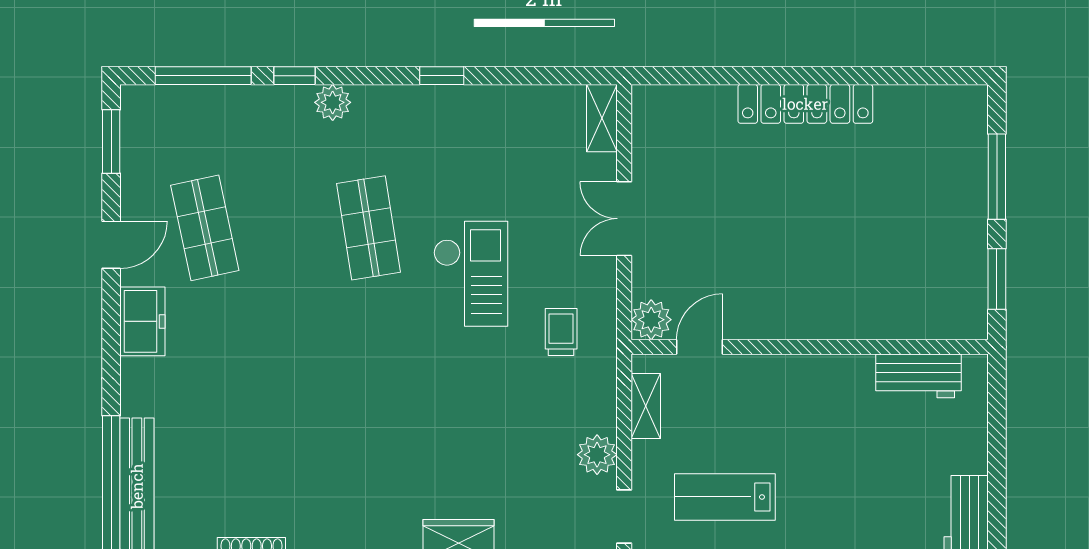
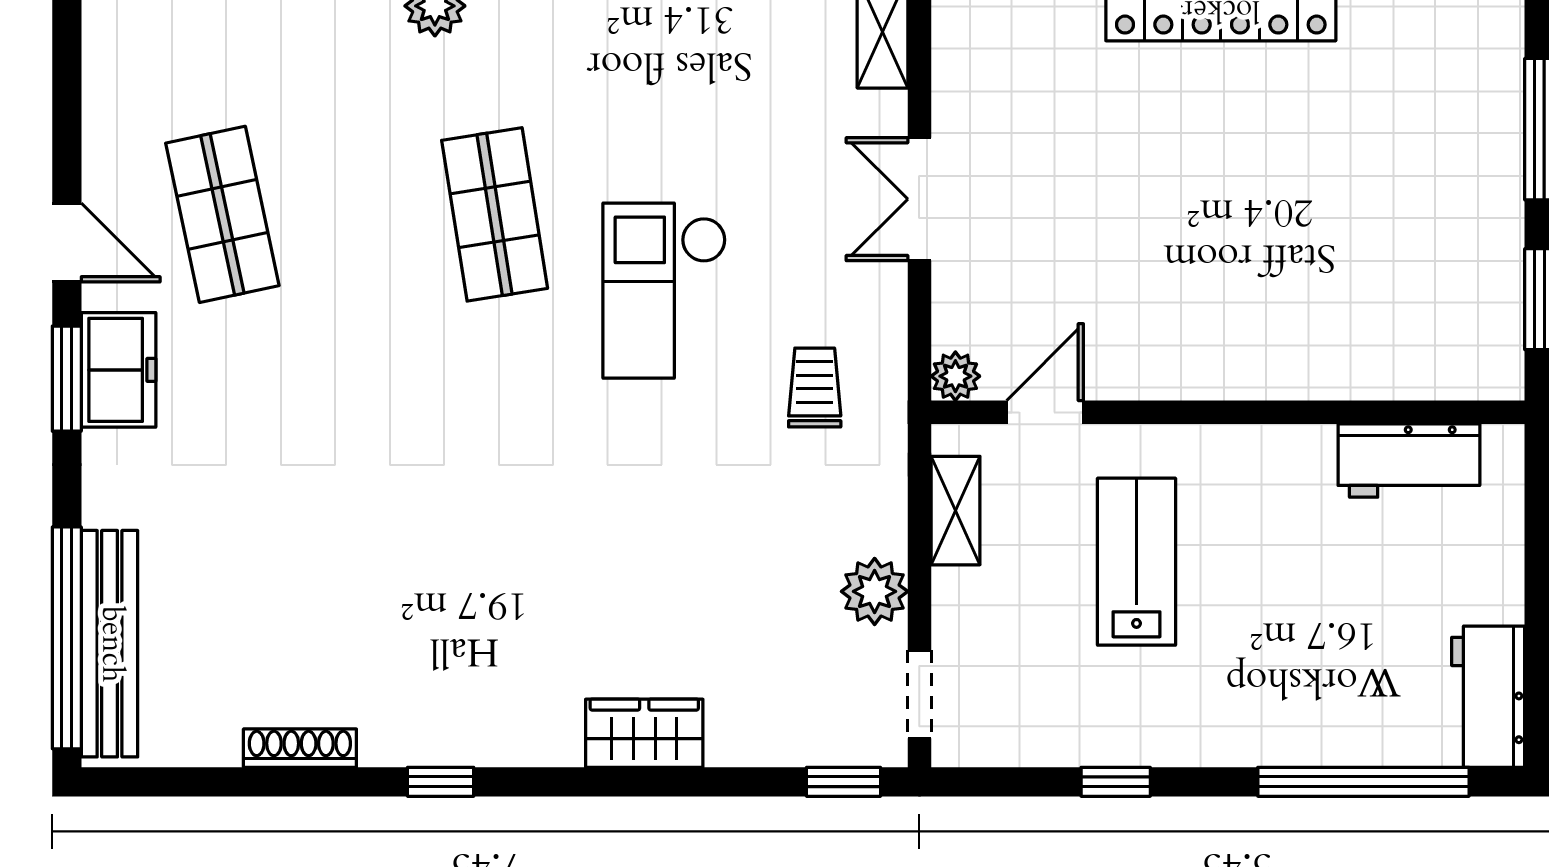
window: (111, 141) -> (67, 379), moved
door: (111, 245) -> (67, 243), hinge flipped
checkout: (471, 274) -> (664, 291), turned 180
plant: (651, 320) -> (955, 376), width x0.73, depth x0.73
lab bench: (725, 497) -> (1136, 562), moved, turned 90

